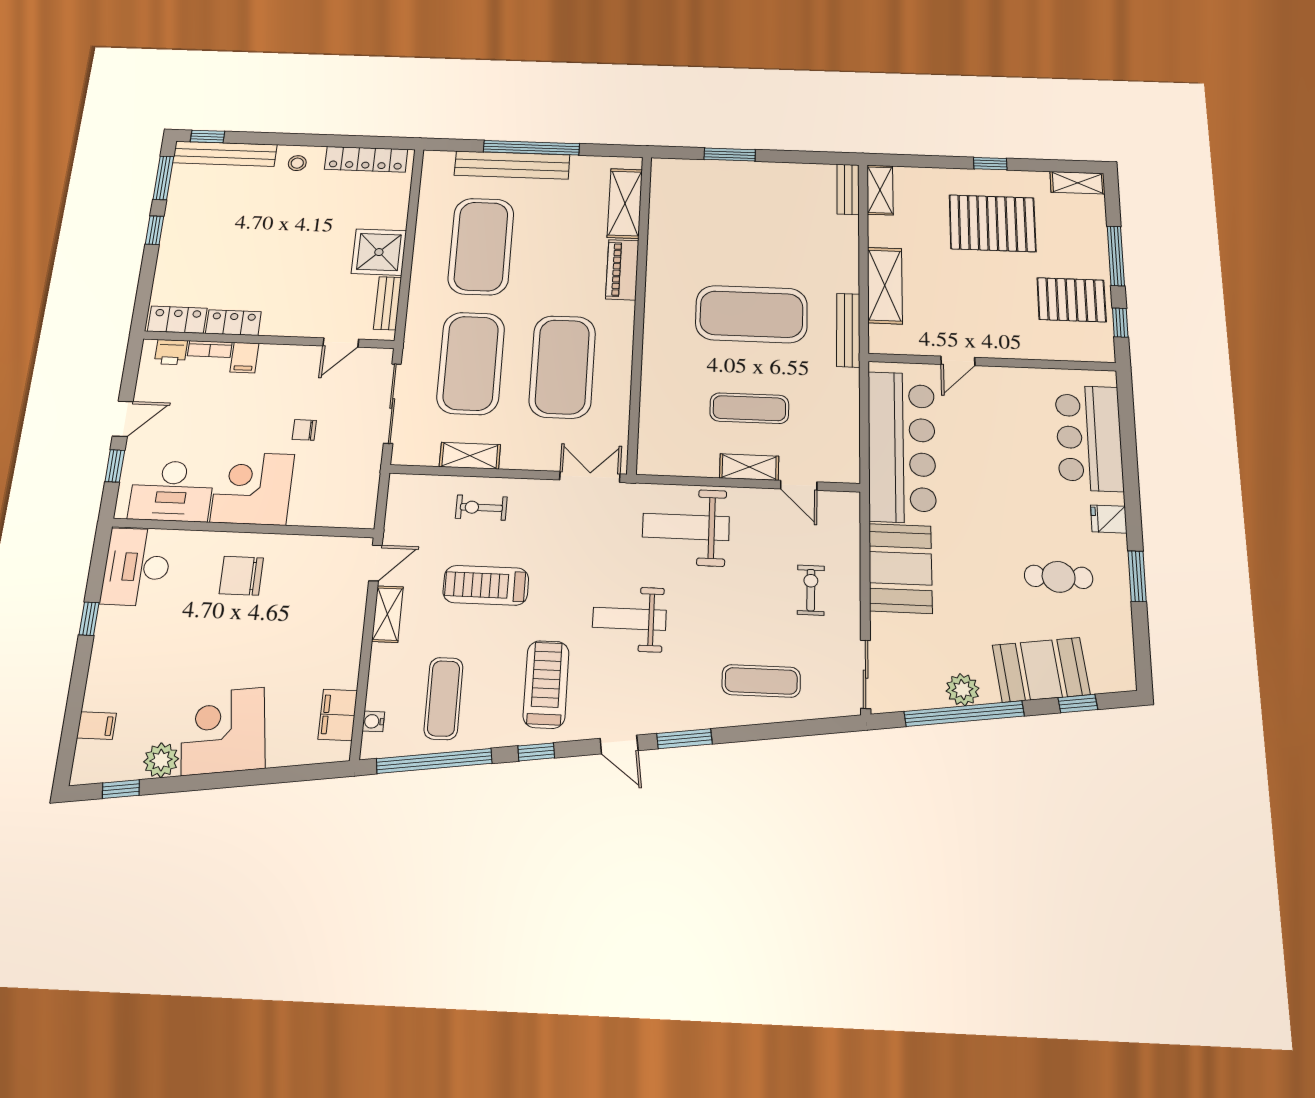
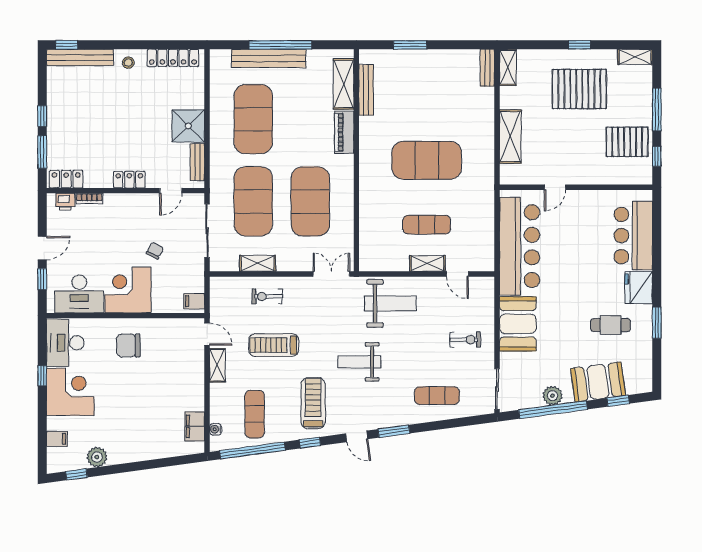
window: (163, 178) -> (42, 152), moved
locker: (233, 323) -> (129, 180), moved
bench: (848, 330) -> (366, 90), moved
filing cabinet: (244, 358) -> (194, 301), moved, turned 90
chair: (304, 430) -> (155, 251), turned 118
fridge: (1109, 519) -> (639, 288), width x1.88, depth x1.34
weight bench: (686, 527) -> (390, 303), turned 180
door: (375, 563) -> (207, 334), hinge flipped
exercise bike: (811, 590) -> (465, 340), turned 90
corner desk: (223, 731) -> (70, 392), moved, turned 98

